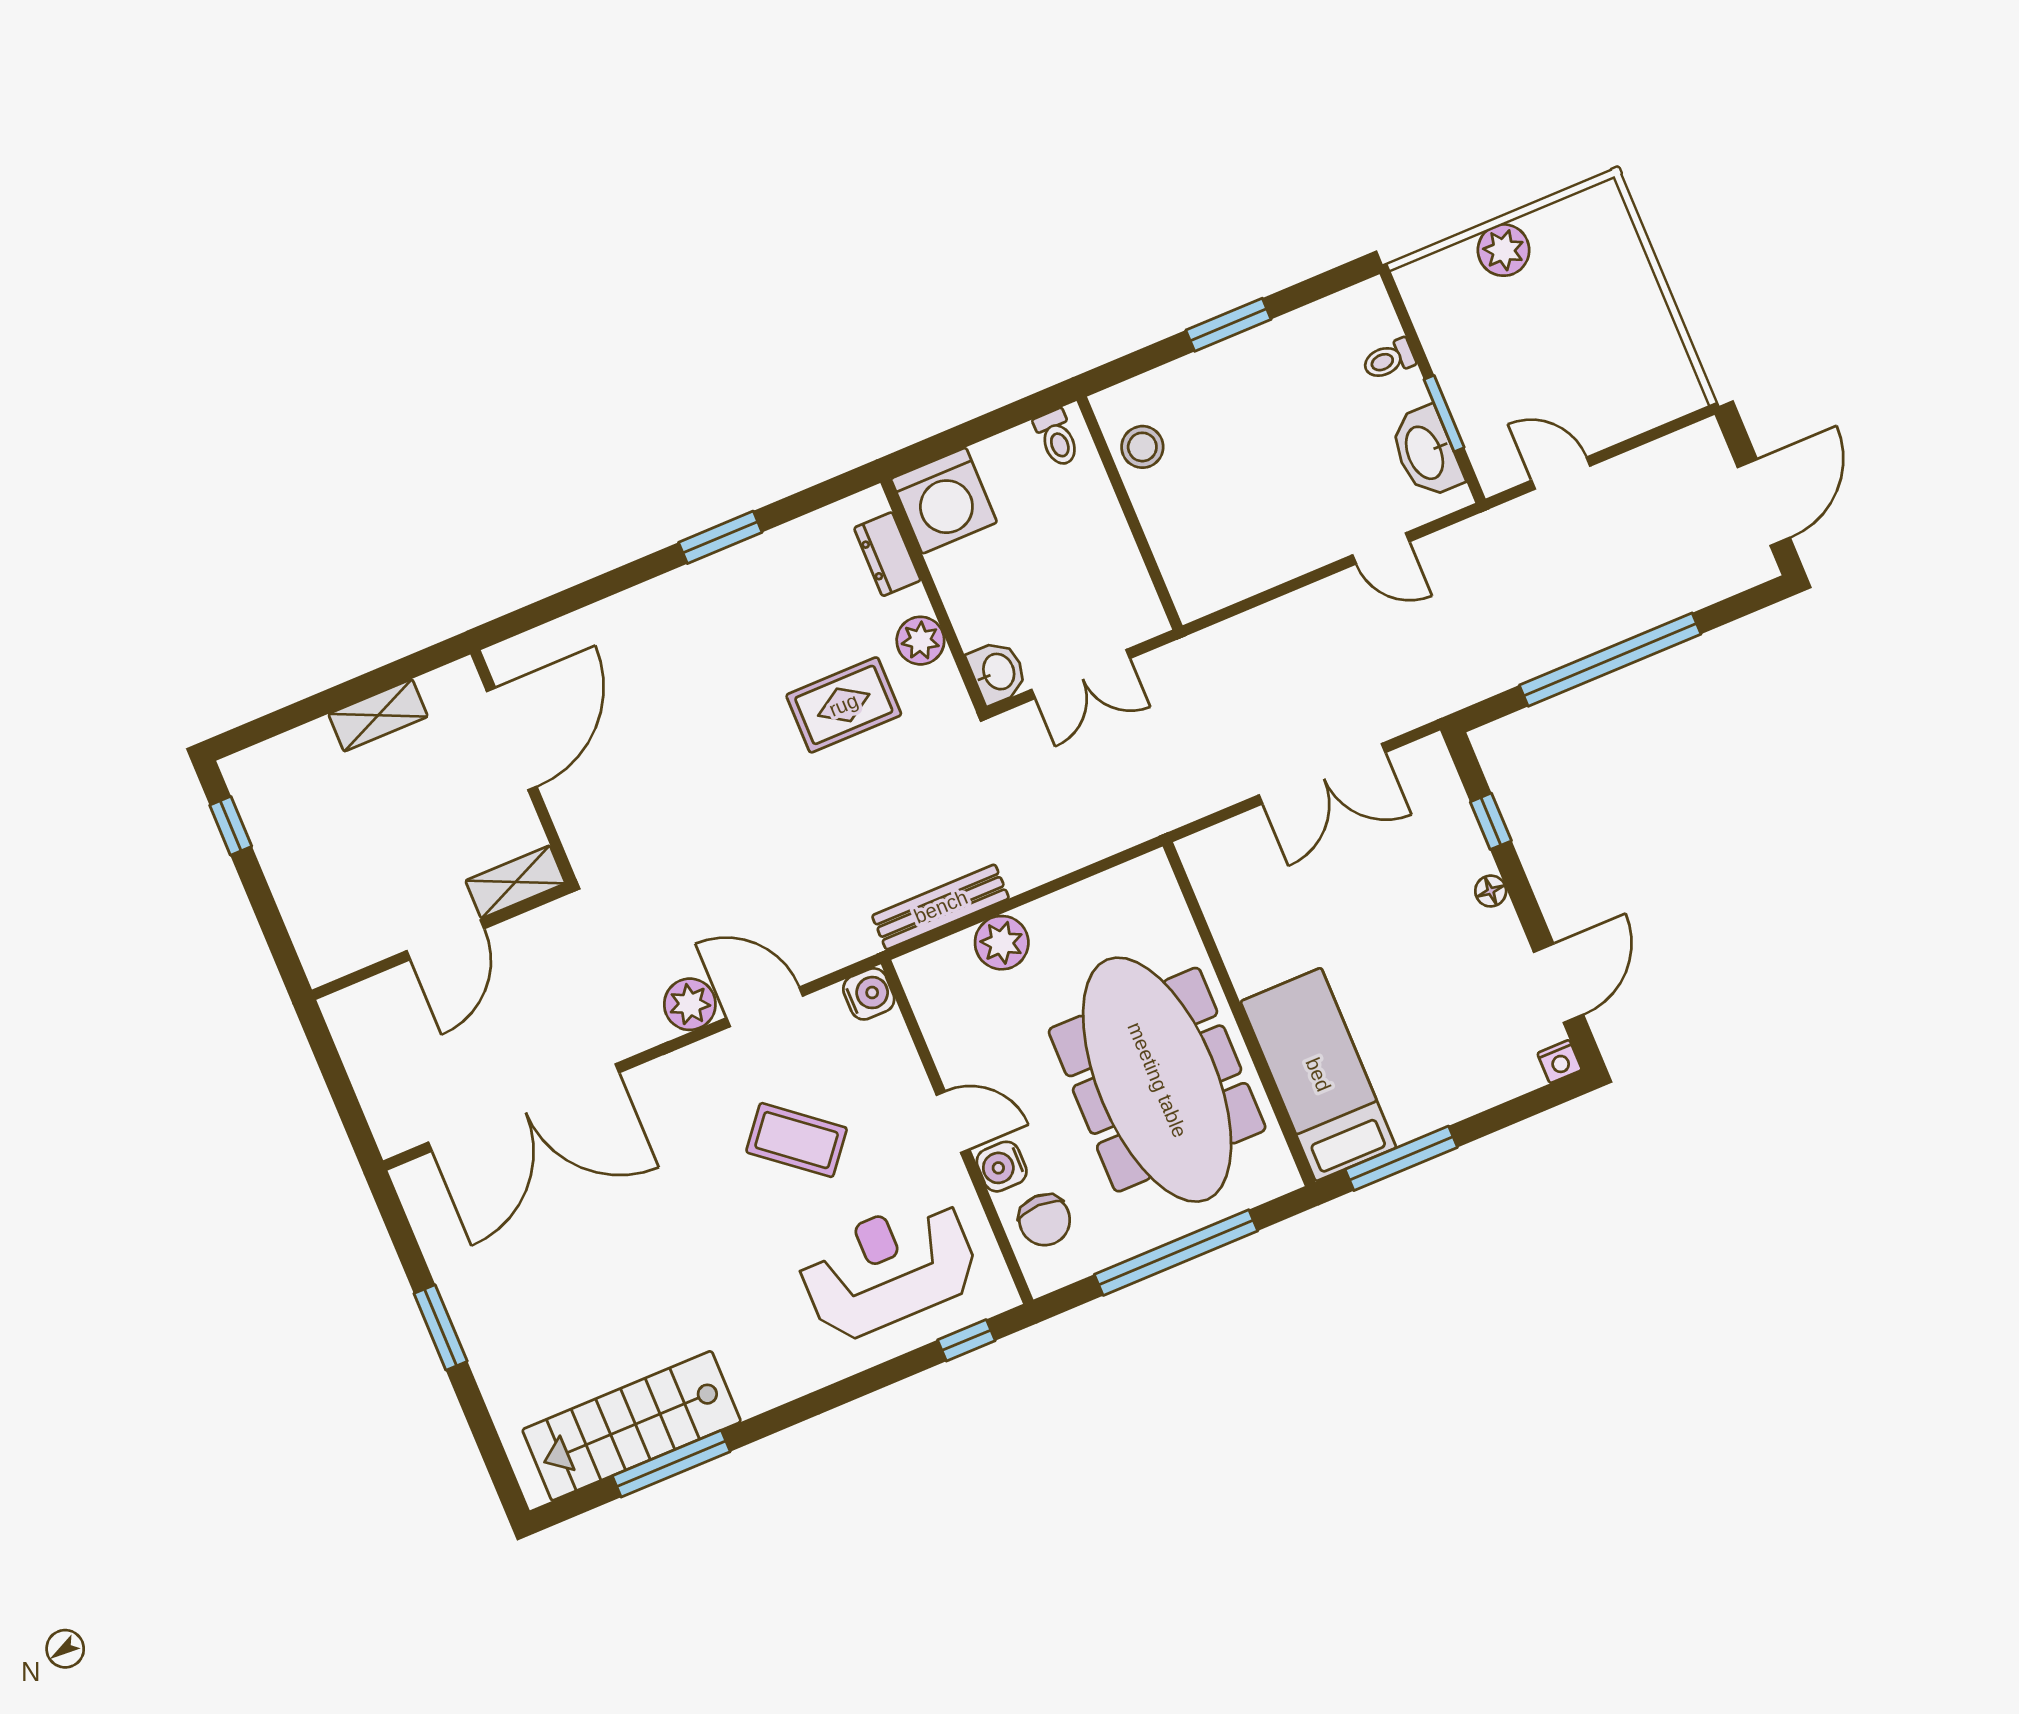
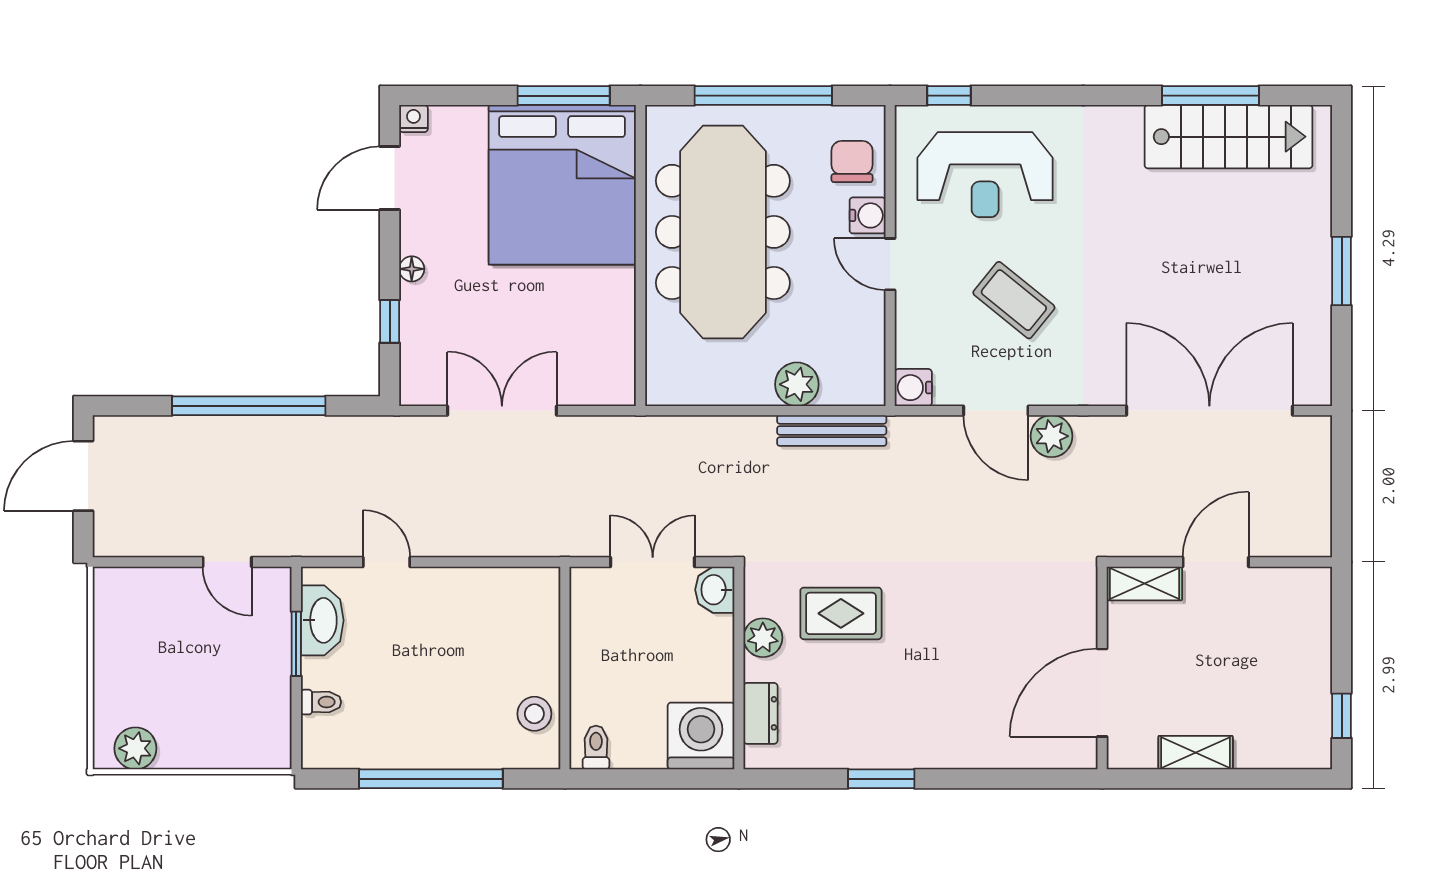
plant: (1504, 250) -> (135, 748), moved
window: (1228, 325) -> (431, 779), width x2.11
bed: (1318, 1075) -> (562, 185), width x2.04

